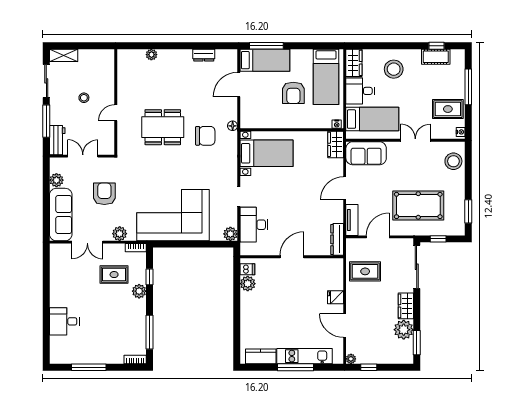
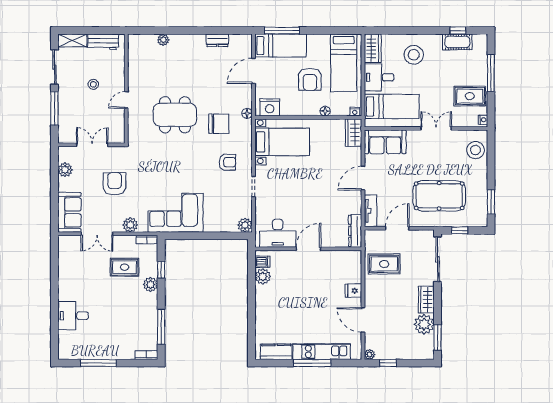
nightstand: (254, 120) -> (270, 107), added
floor lamp: (308, 124) -> (325, 111), added
workbench: (57, 140) -> (103, 42), moved, turned 90
armchair: (213, 173) -> (227, 162), added
sofa: (61, 215) -> (69, 212), width x0.73
corner sofa: (173, 215) -> (176, 213), width x0.73, depth x0.74
desk: (254, 225) -> (278, 233), moved, turned -90

